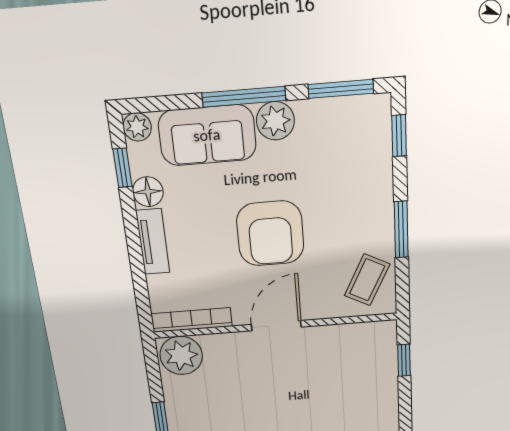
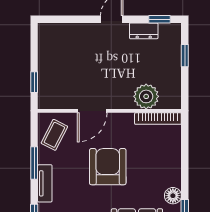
tv unit: (153, 242) -> (45, 183), moved, turned 180
door: (276, 326) -> (92, 111), moved
plant: (181, 355) -> (146, 96), moved

